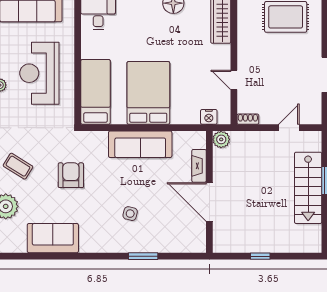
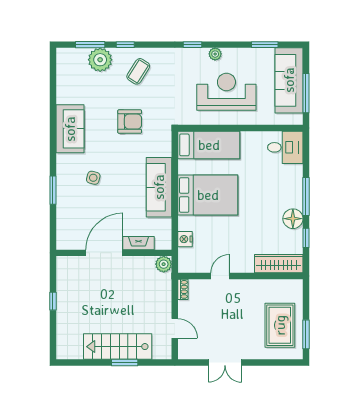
nightstand: (209, 117) -> (185, 239), moved
sofa: (53, 238) -> (70, 129), moved

